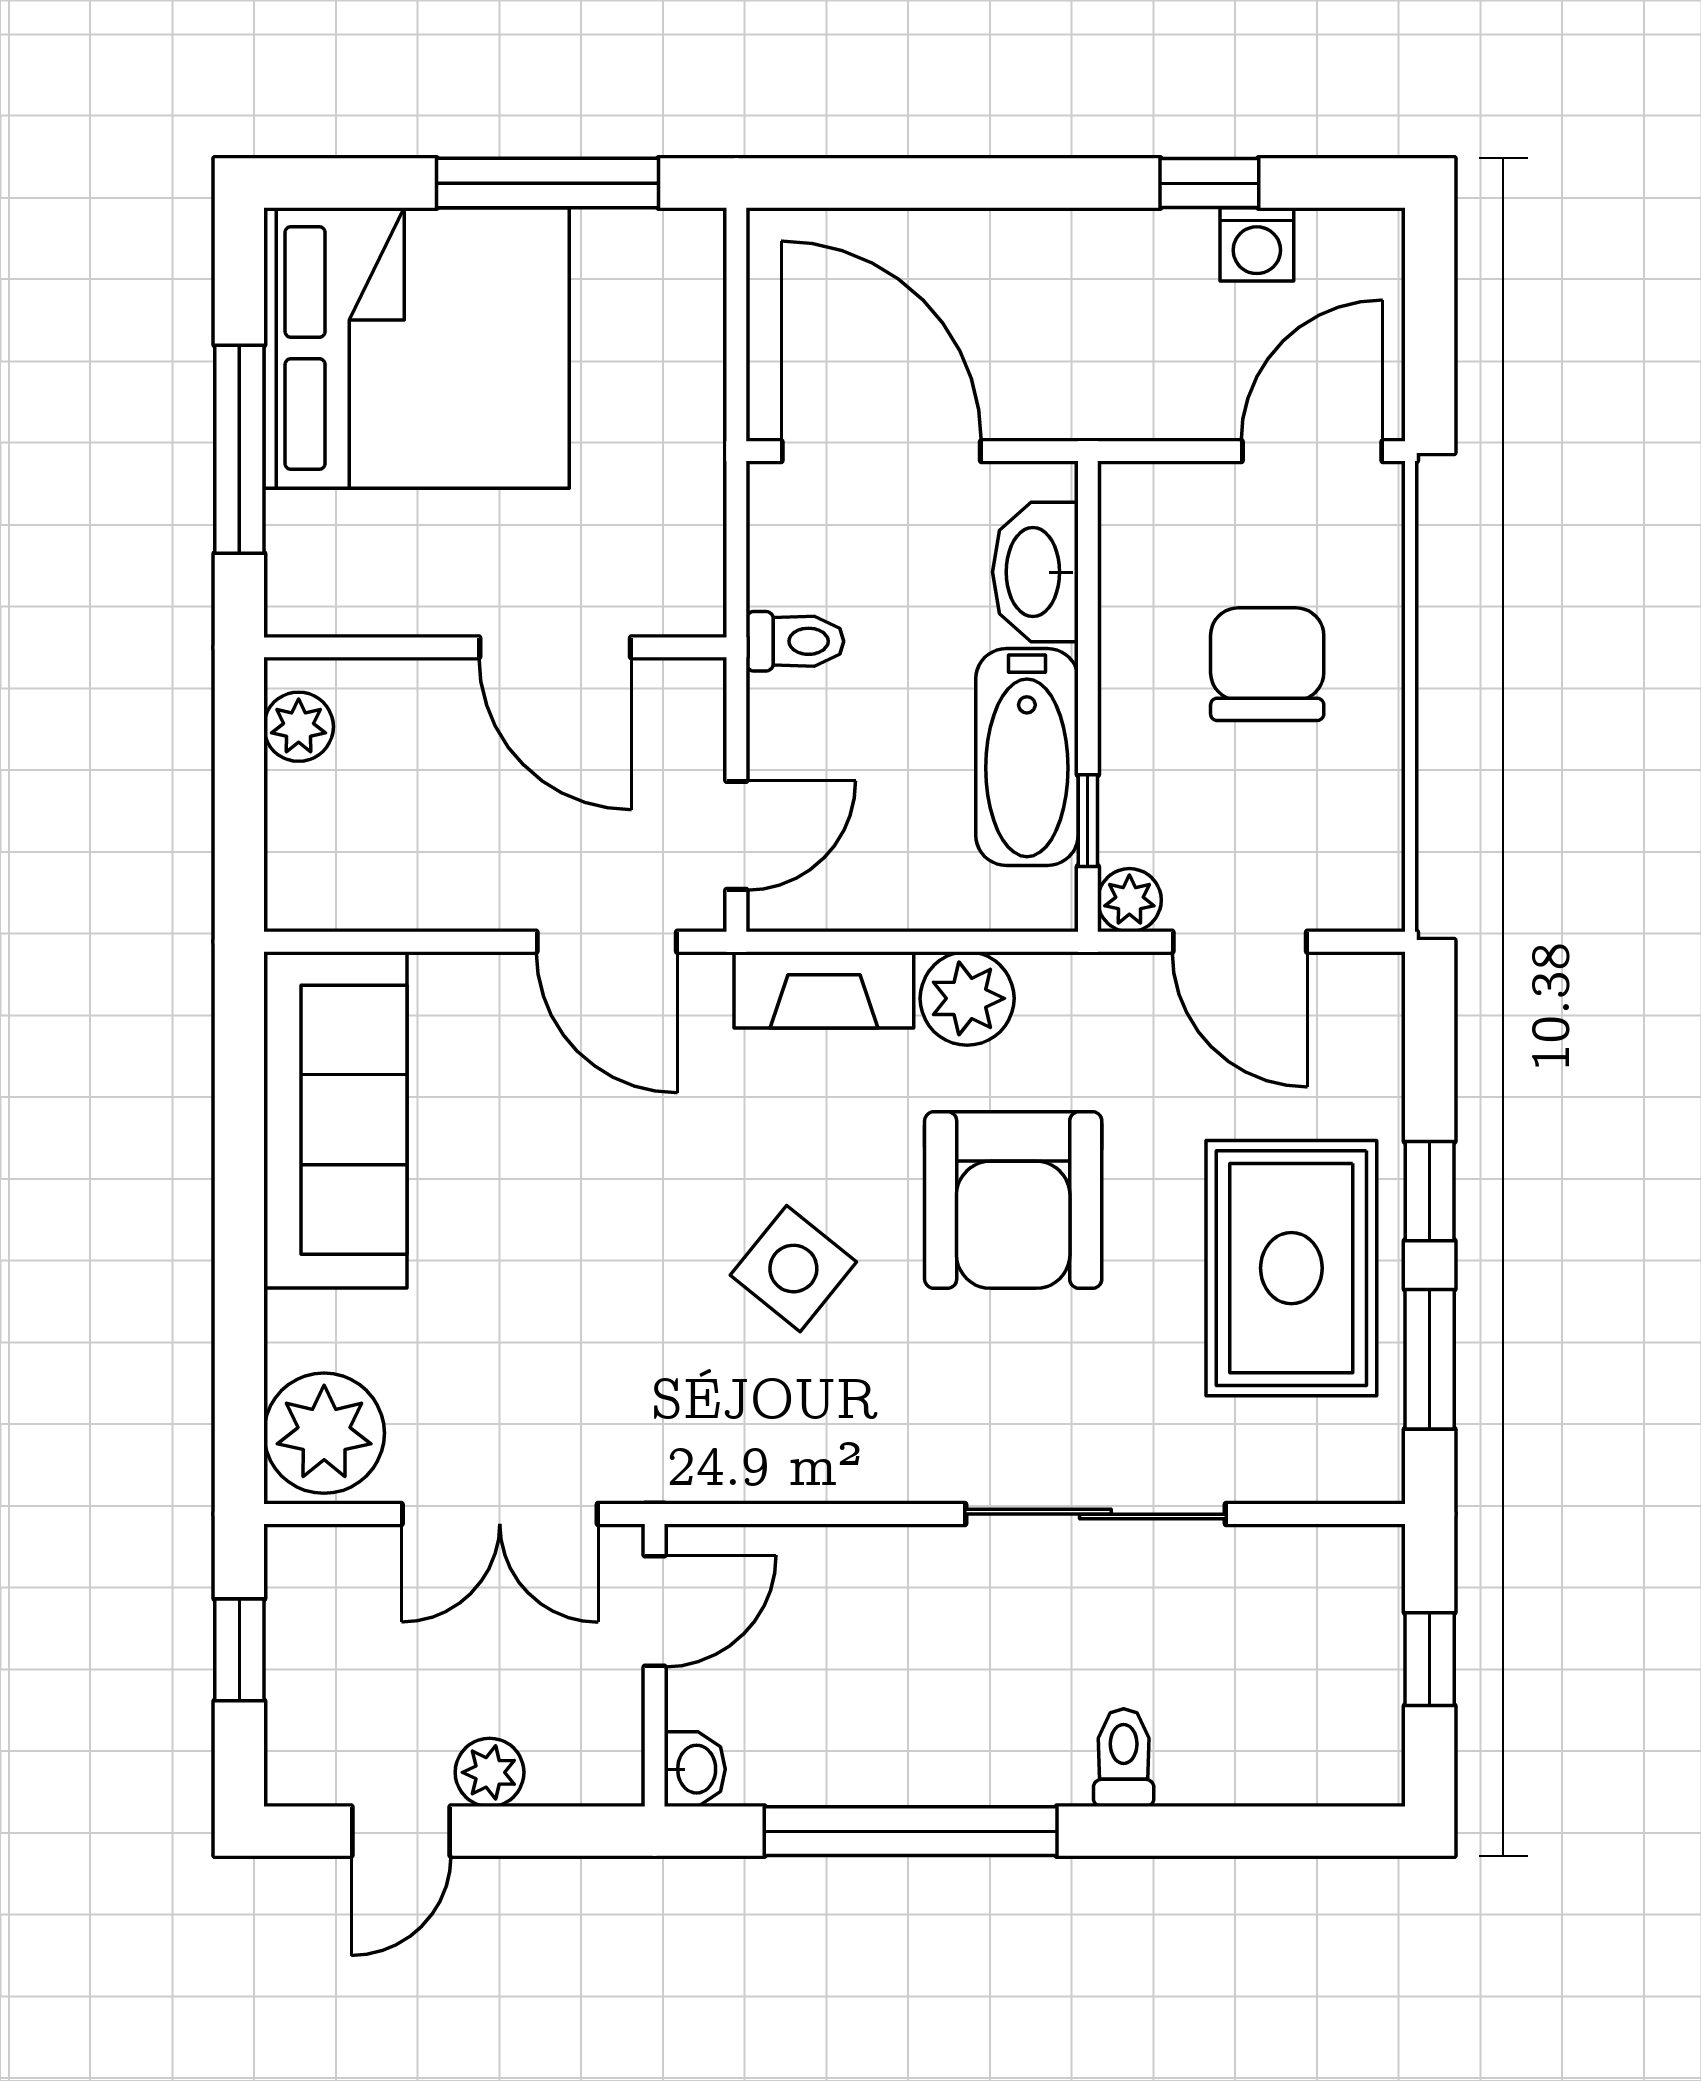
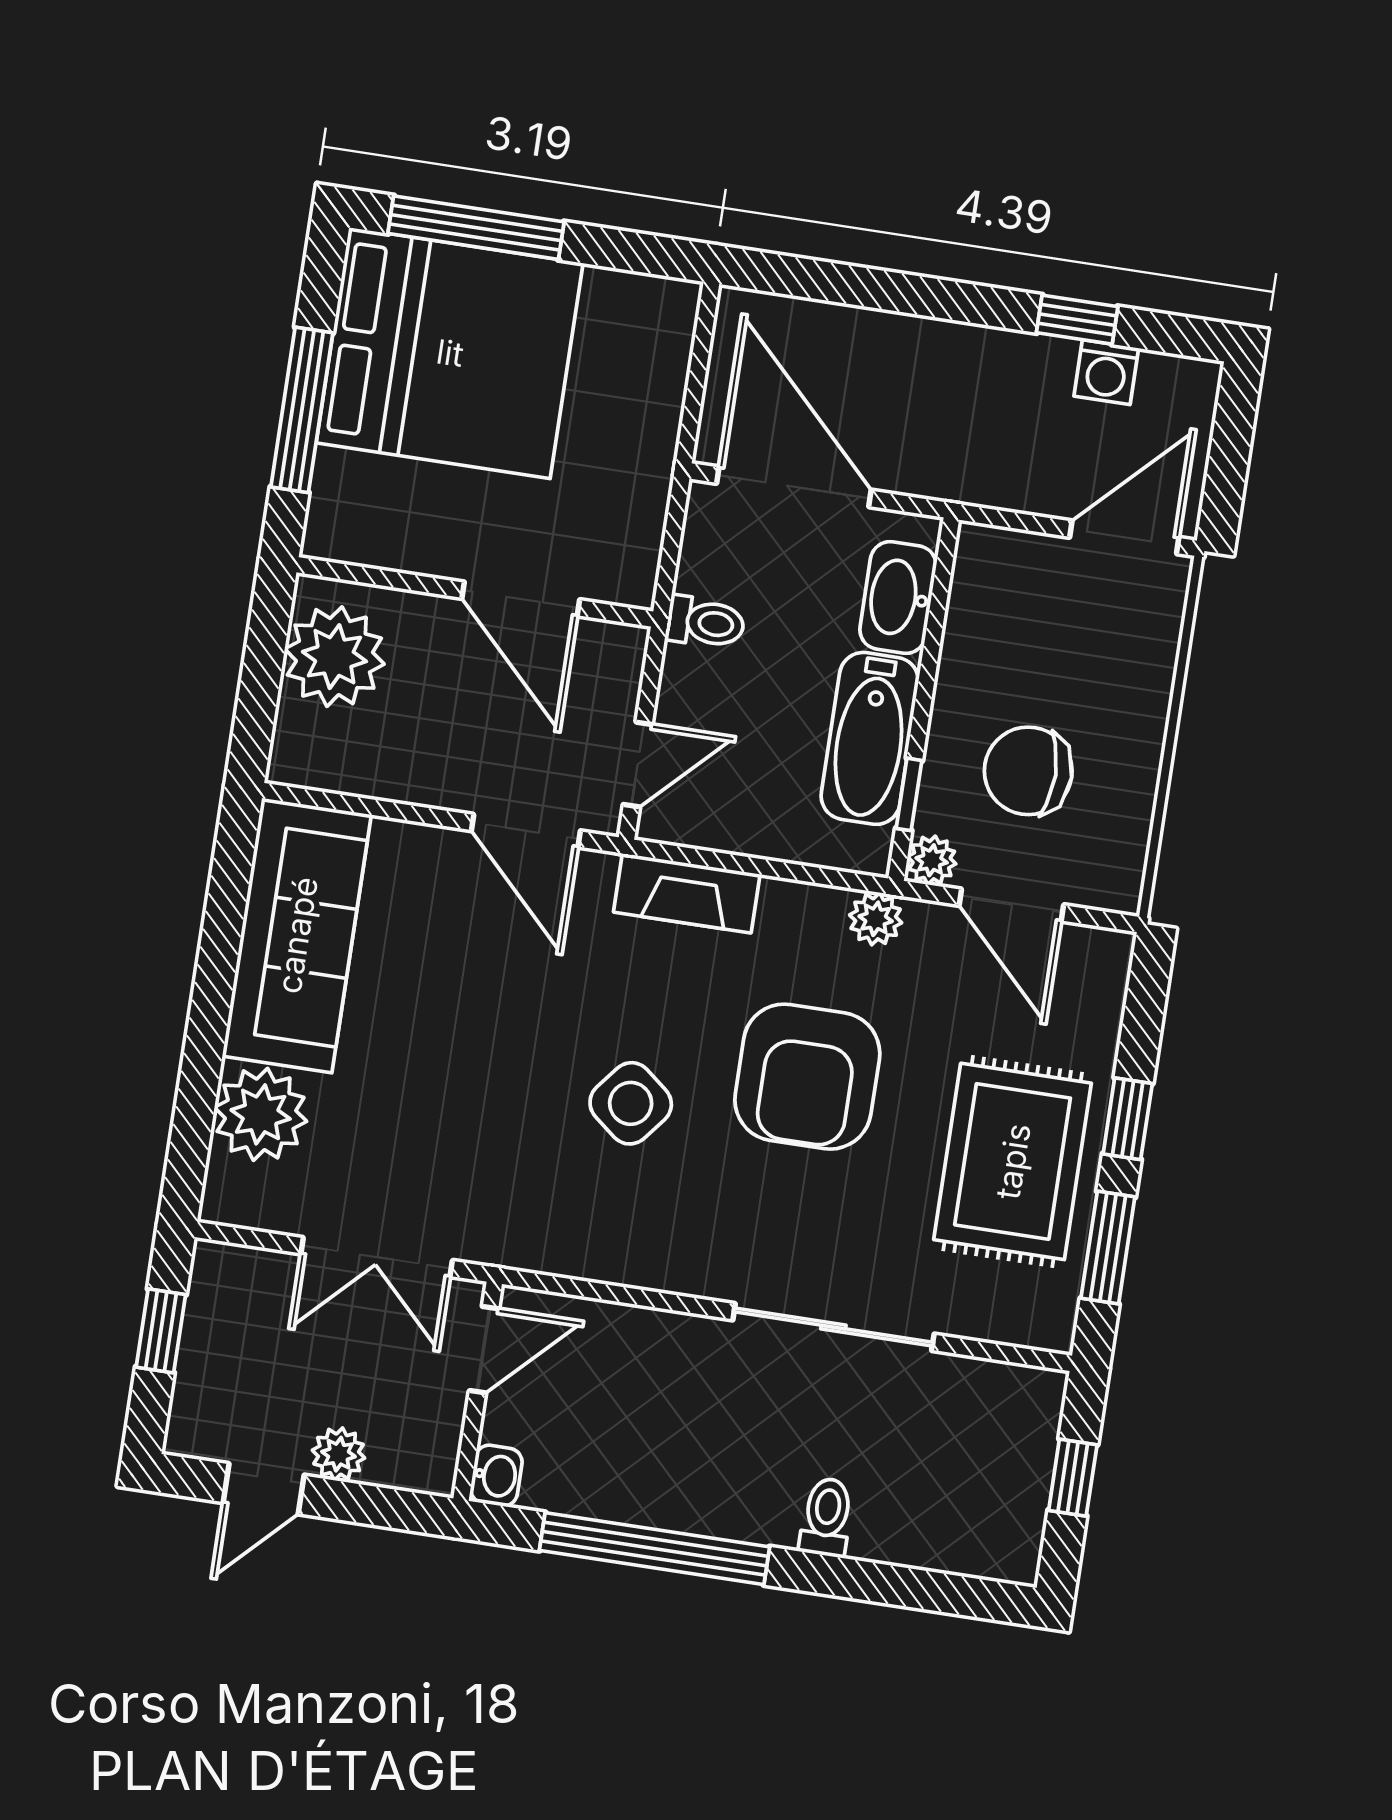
window: (548, 183) -> (476, 228), moved
chair: (1267, 664) -> (1028, 771), moved, turned -90
plant: (299, 727) -> (334, 657), width x1.87, depth x1.87
plant: (967, 998) -> (876, 919), moved, width x0.73, depth x0.73
plant: (324, 1433) -> (261, 1114), moved

